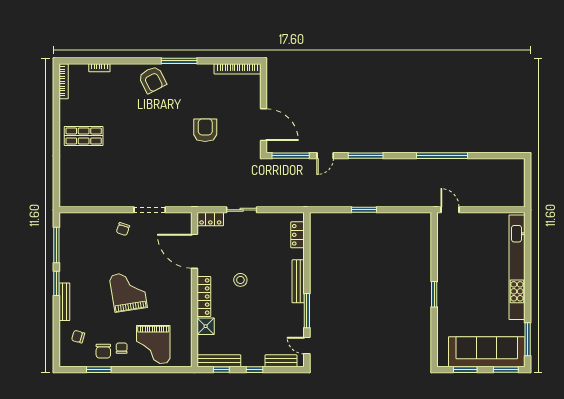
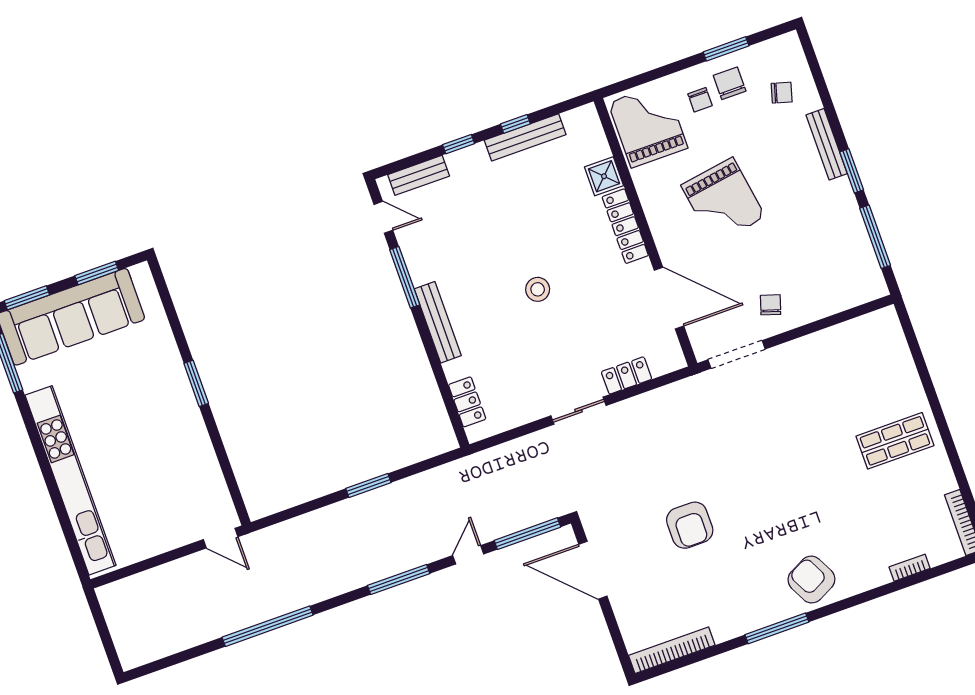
door: (194, 251) -> (669, 298), moved
wall: (194, 290) -> (645, 232), moved
locker: (204, 296) -> (625, 226), moved
shower: (206, 326) -> (604, 176), moved

